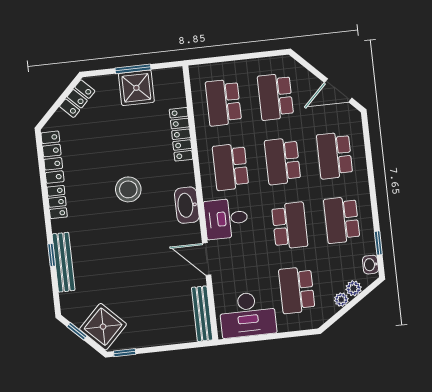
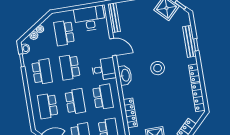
school desk: (335, 155) -> (48, 106), turned 180
stool: (128, 189) -> (158, 68), moved
school desk: (297, 290) -> (64, 33), turned 180

